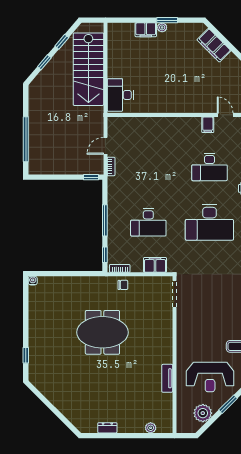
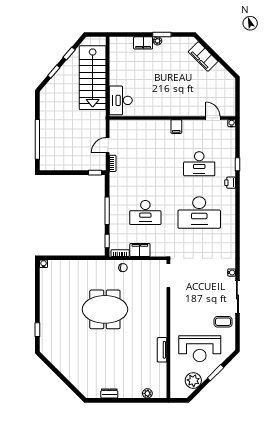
filing cabinet: (208, 125) -> (176, 127), moved
filing cabinet: (155, 265) -> (140, 250), moved

